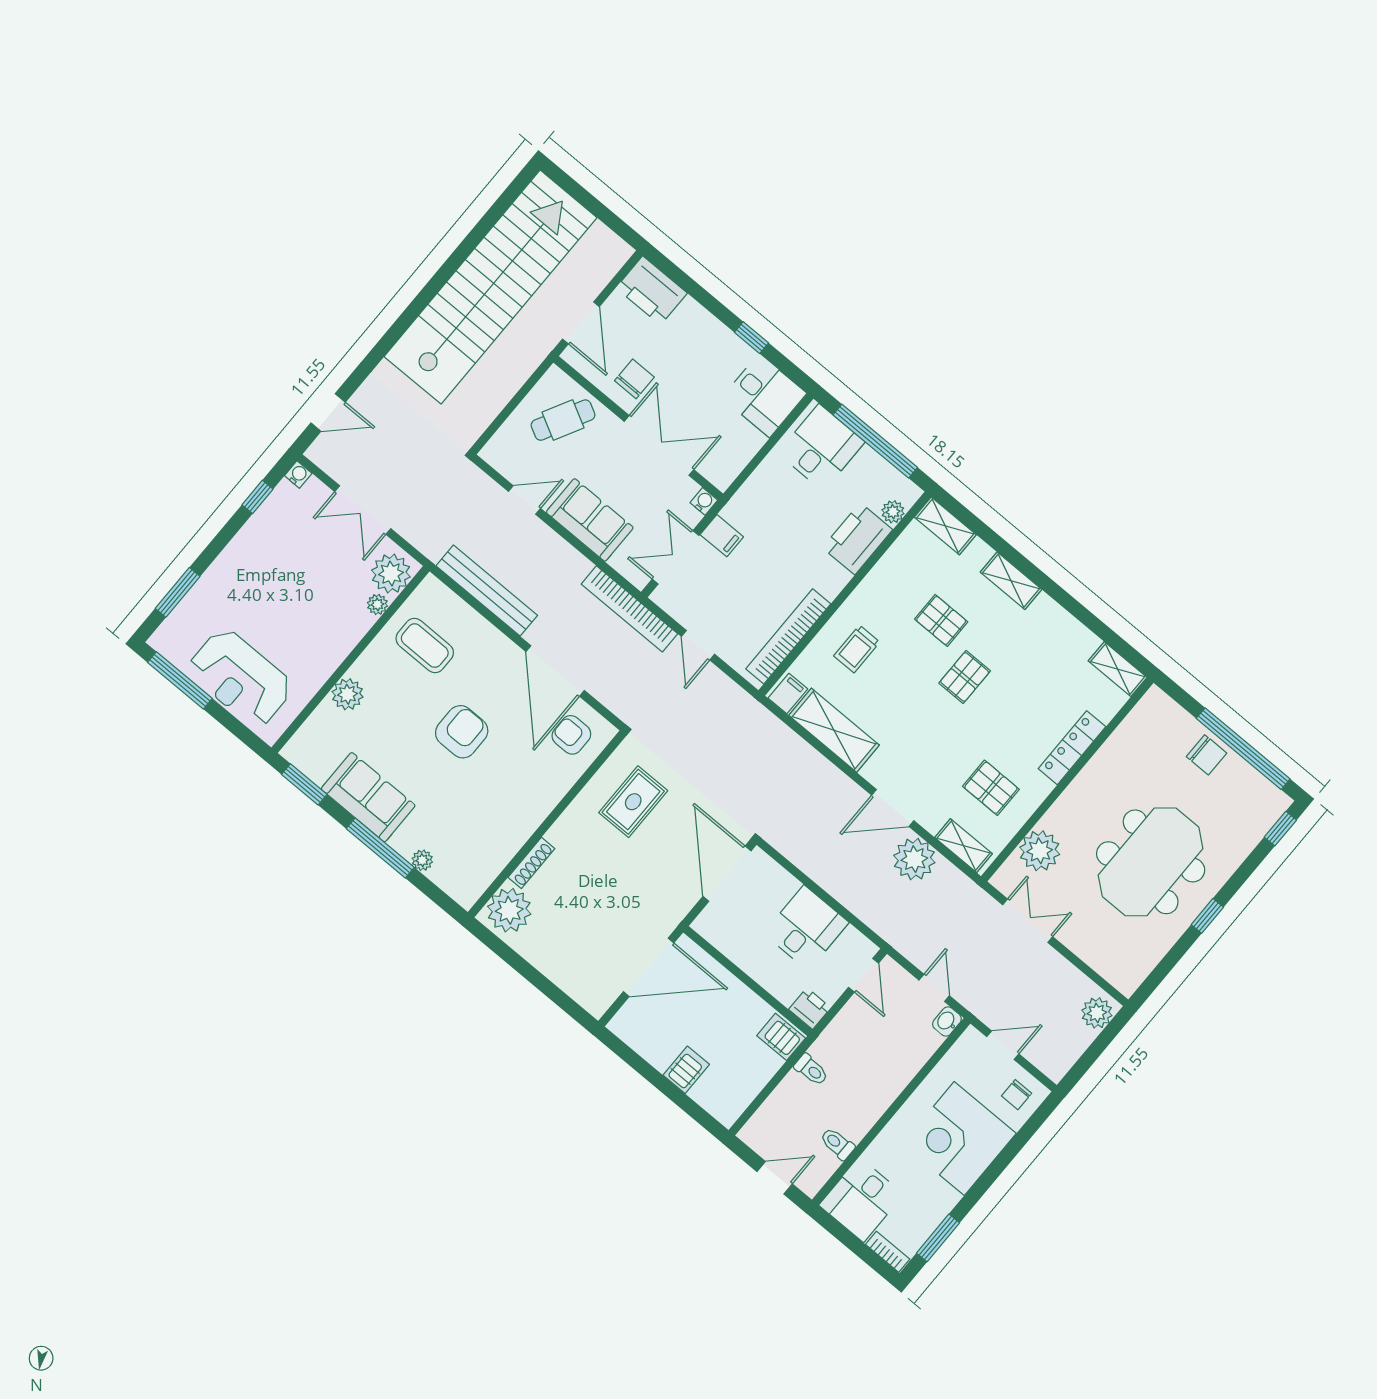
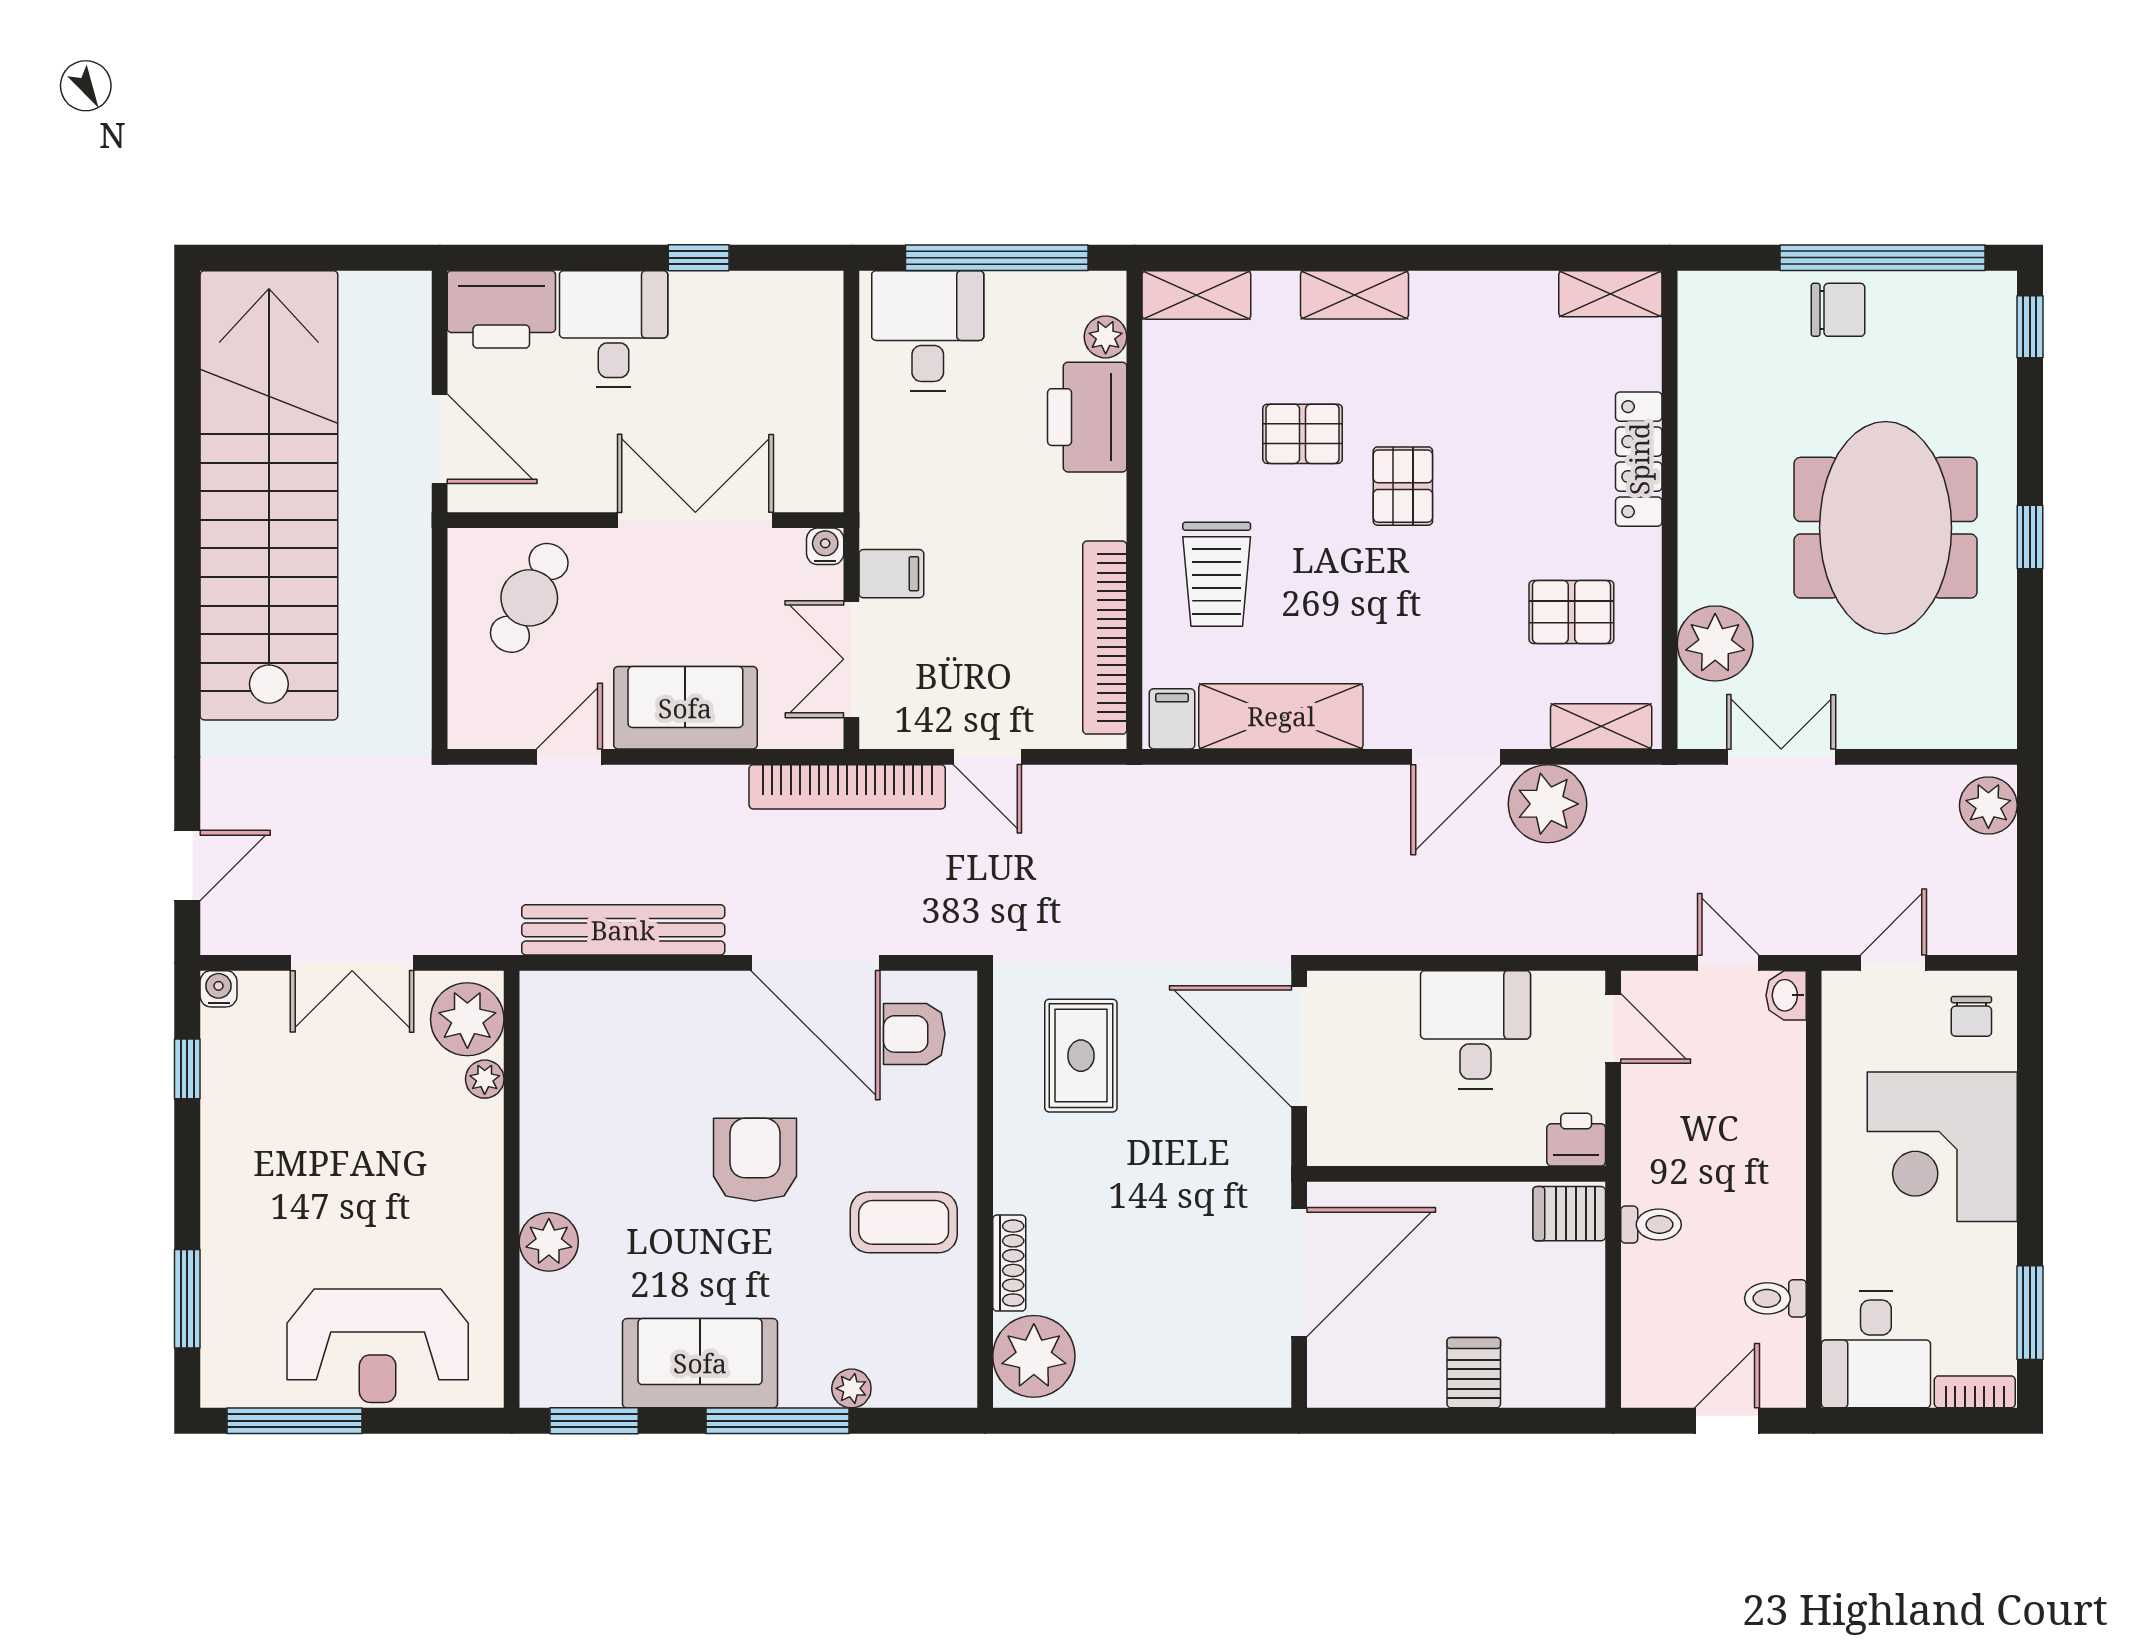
chair: (634, 379) -> (582, 455), removed
desk: (764, 395) -> (614, 329), moved, turned -90
coffee table: (425, 646) -> (904, 1222), moved
trolley: (857, 649) -> (1217, 574), width x1.36, depth x1.39

